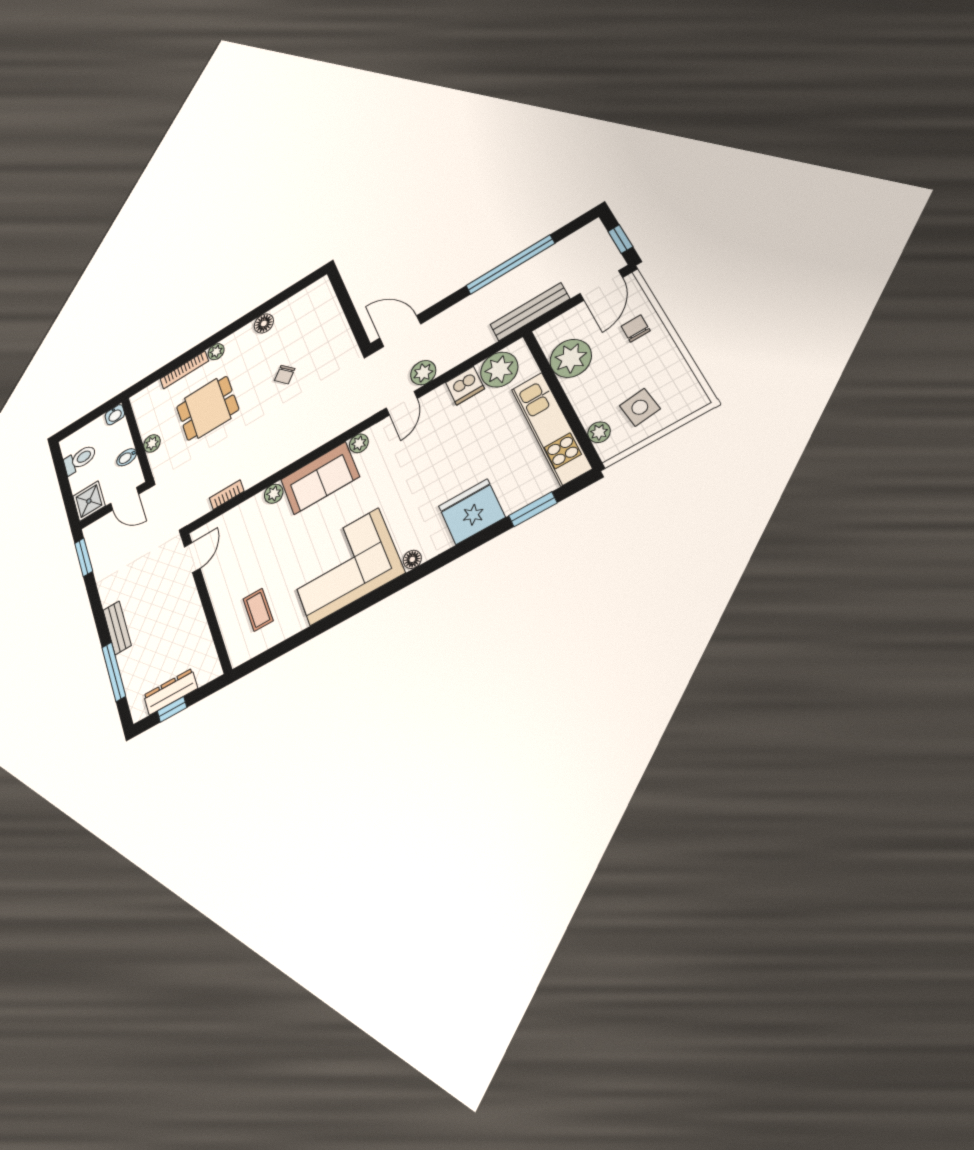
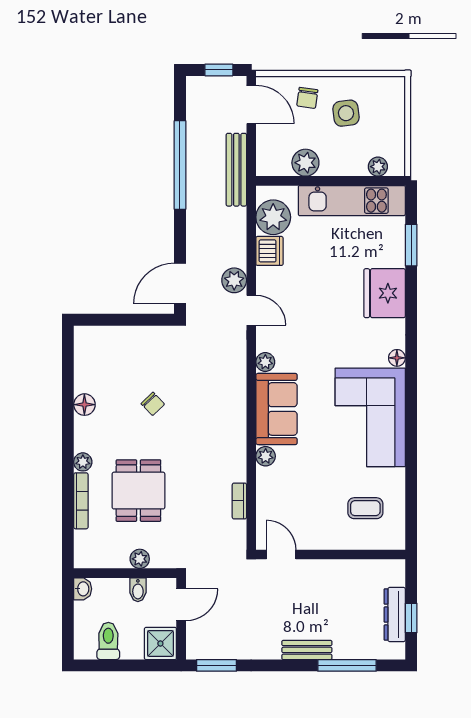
chair: (636, 328) -> (307, 98), turned -82
plant: (571, 358) -> (305, 163), width x0.73, depth x0.73
side table: (640, 407) -> (346, 113), moved

